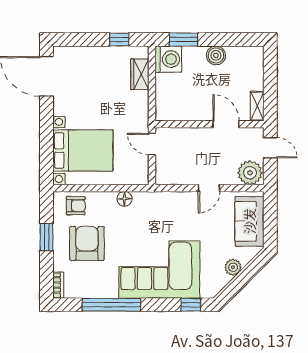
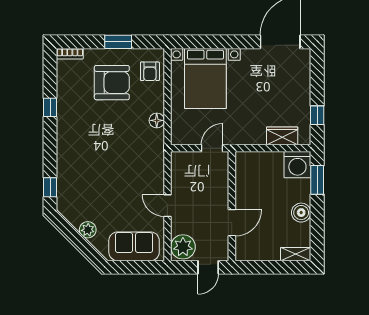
shelving: (257, 106) -> (296, 254), moved
corner sofa: (159, 270) -> (85, 156), removed
window: (112, 305) -> (50, 107), width x0.32

